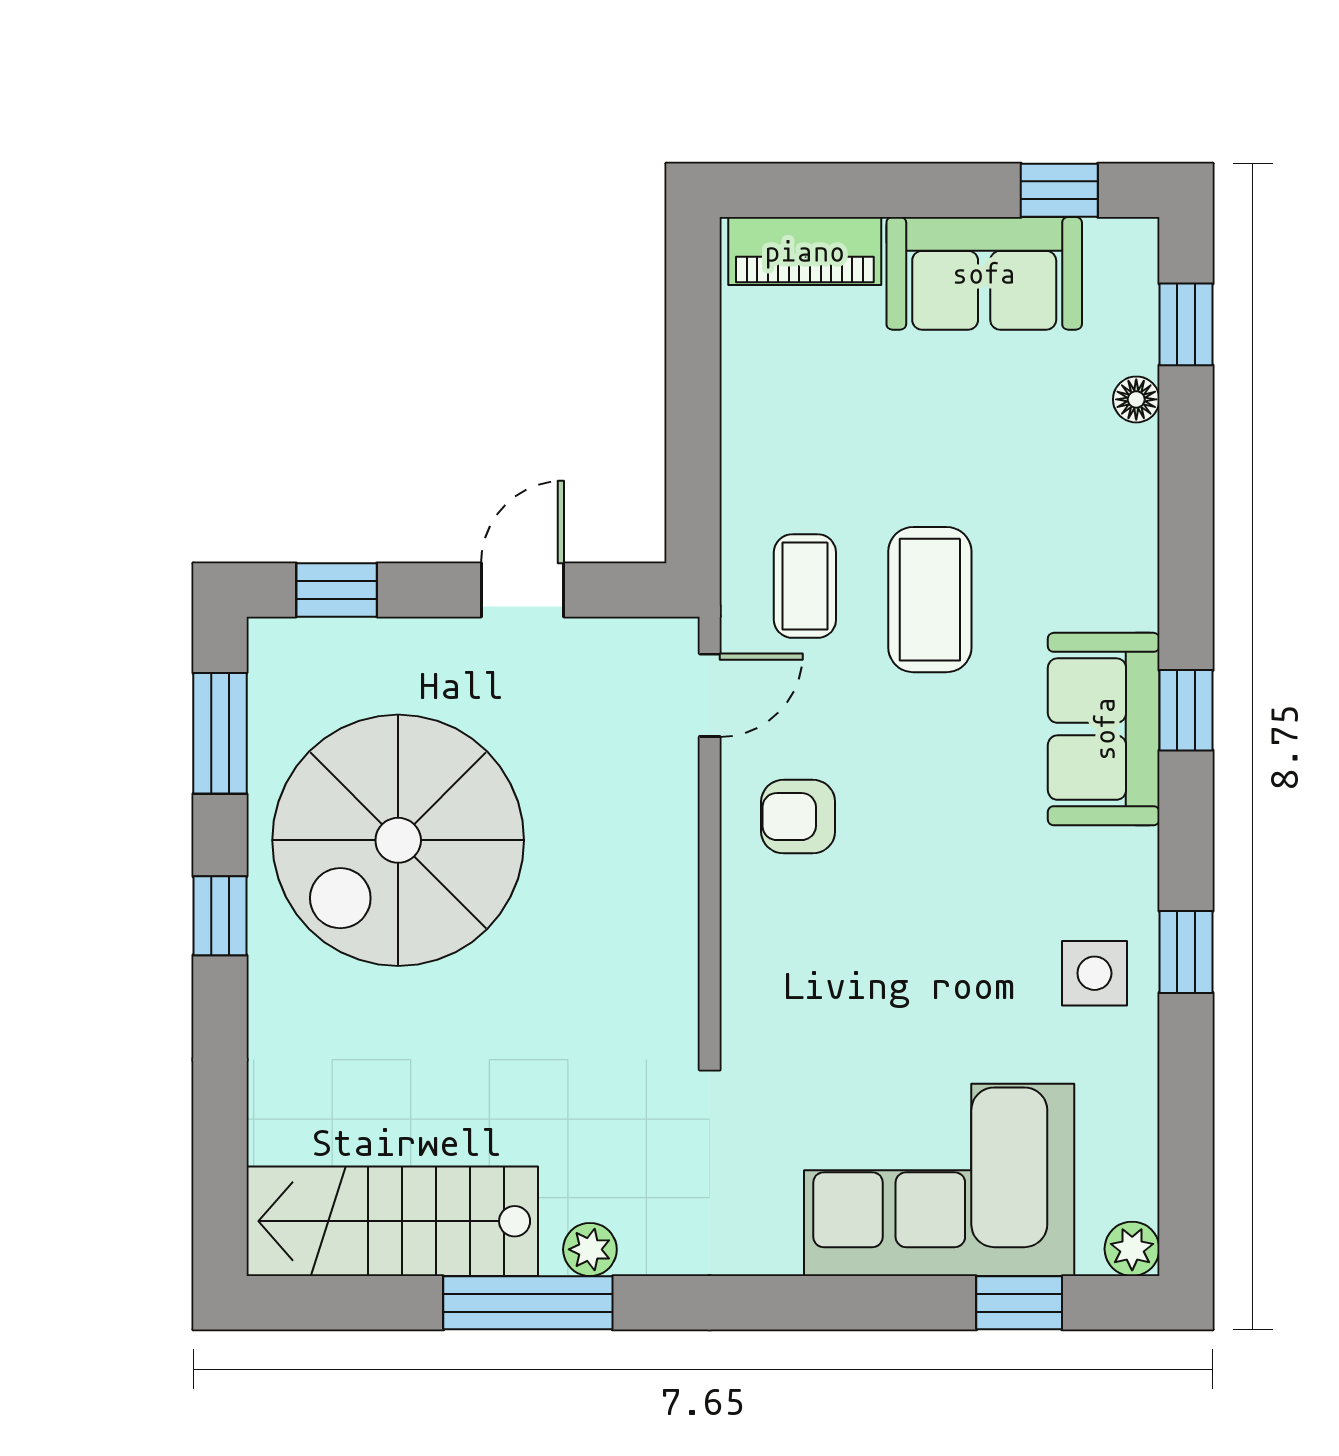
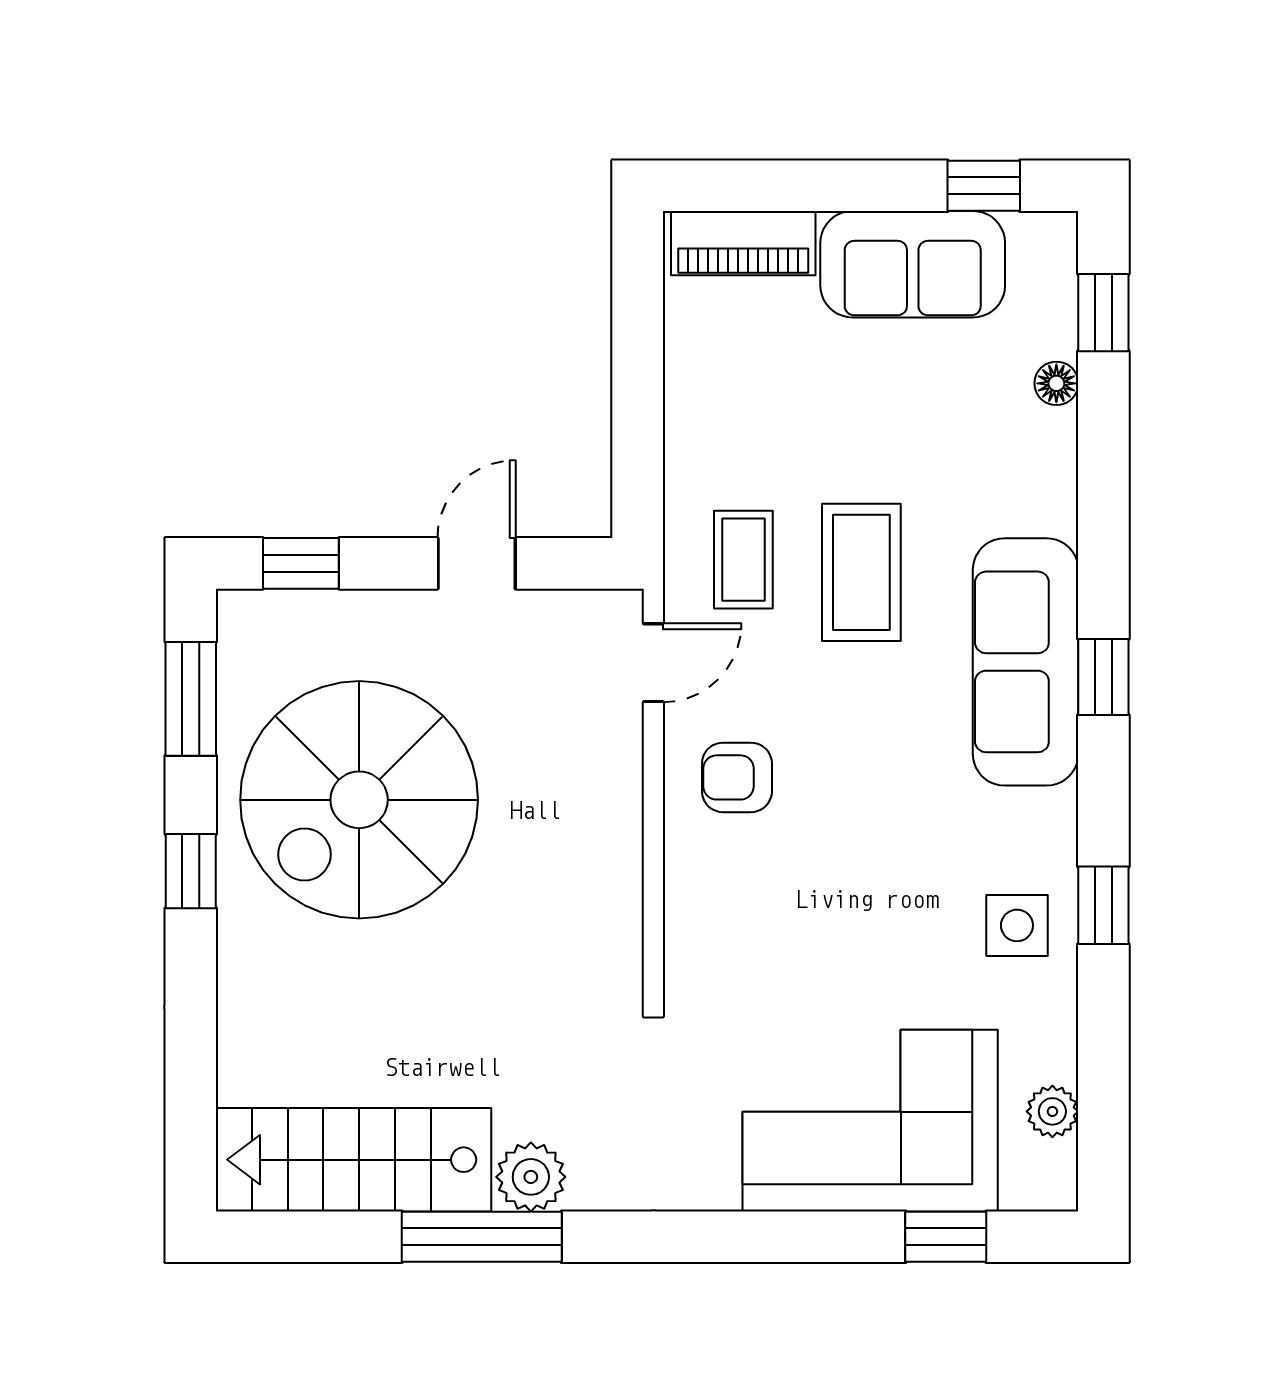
sofa: (1104, 729) -> (1026, 662), width x1.36
plant: (590, 1249) -> (531, 1177), width x1.38, depth x1.38
plant: (1132, 1249) -> (1052, 1111), moved

